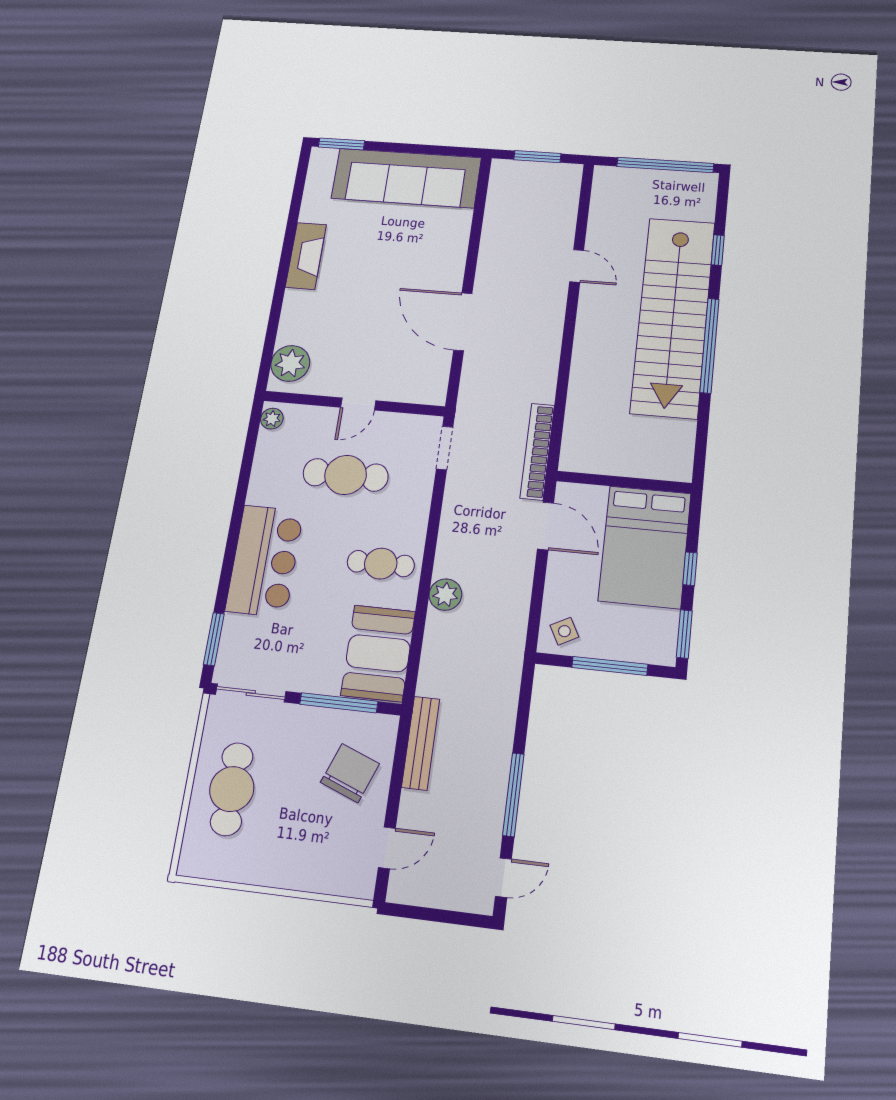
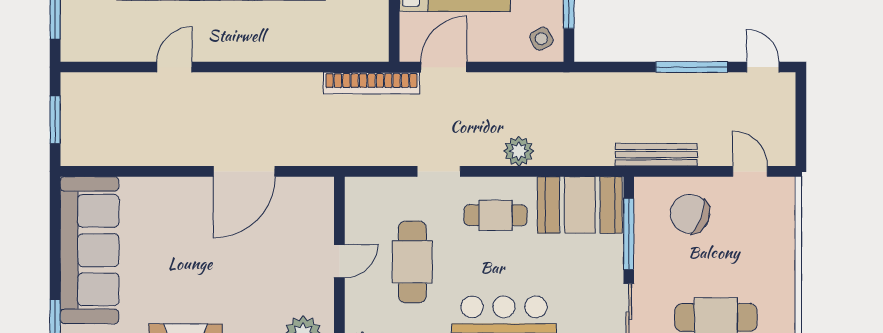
door: (358, 404) -> (339, 261), hinge flipped
doorway: (445, 448) -> (439, 171), moved
cafe table: (381, 564) -> (496, 215), turned 90

